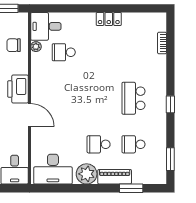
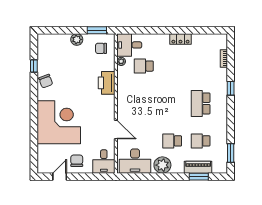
chair: (14, 45) -> (101, 48), moved
printer: (18, 89) -> (107, 83), moved
window: (170, 104) -> (231, 88), moved
door: (29, 115) -> (116, 130), moved
piano: (115, 177) -> (198, 167), moved

